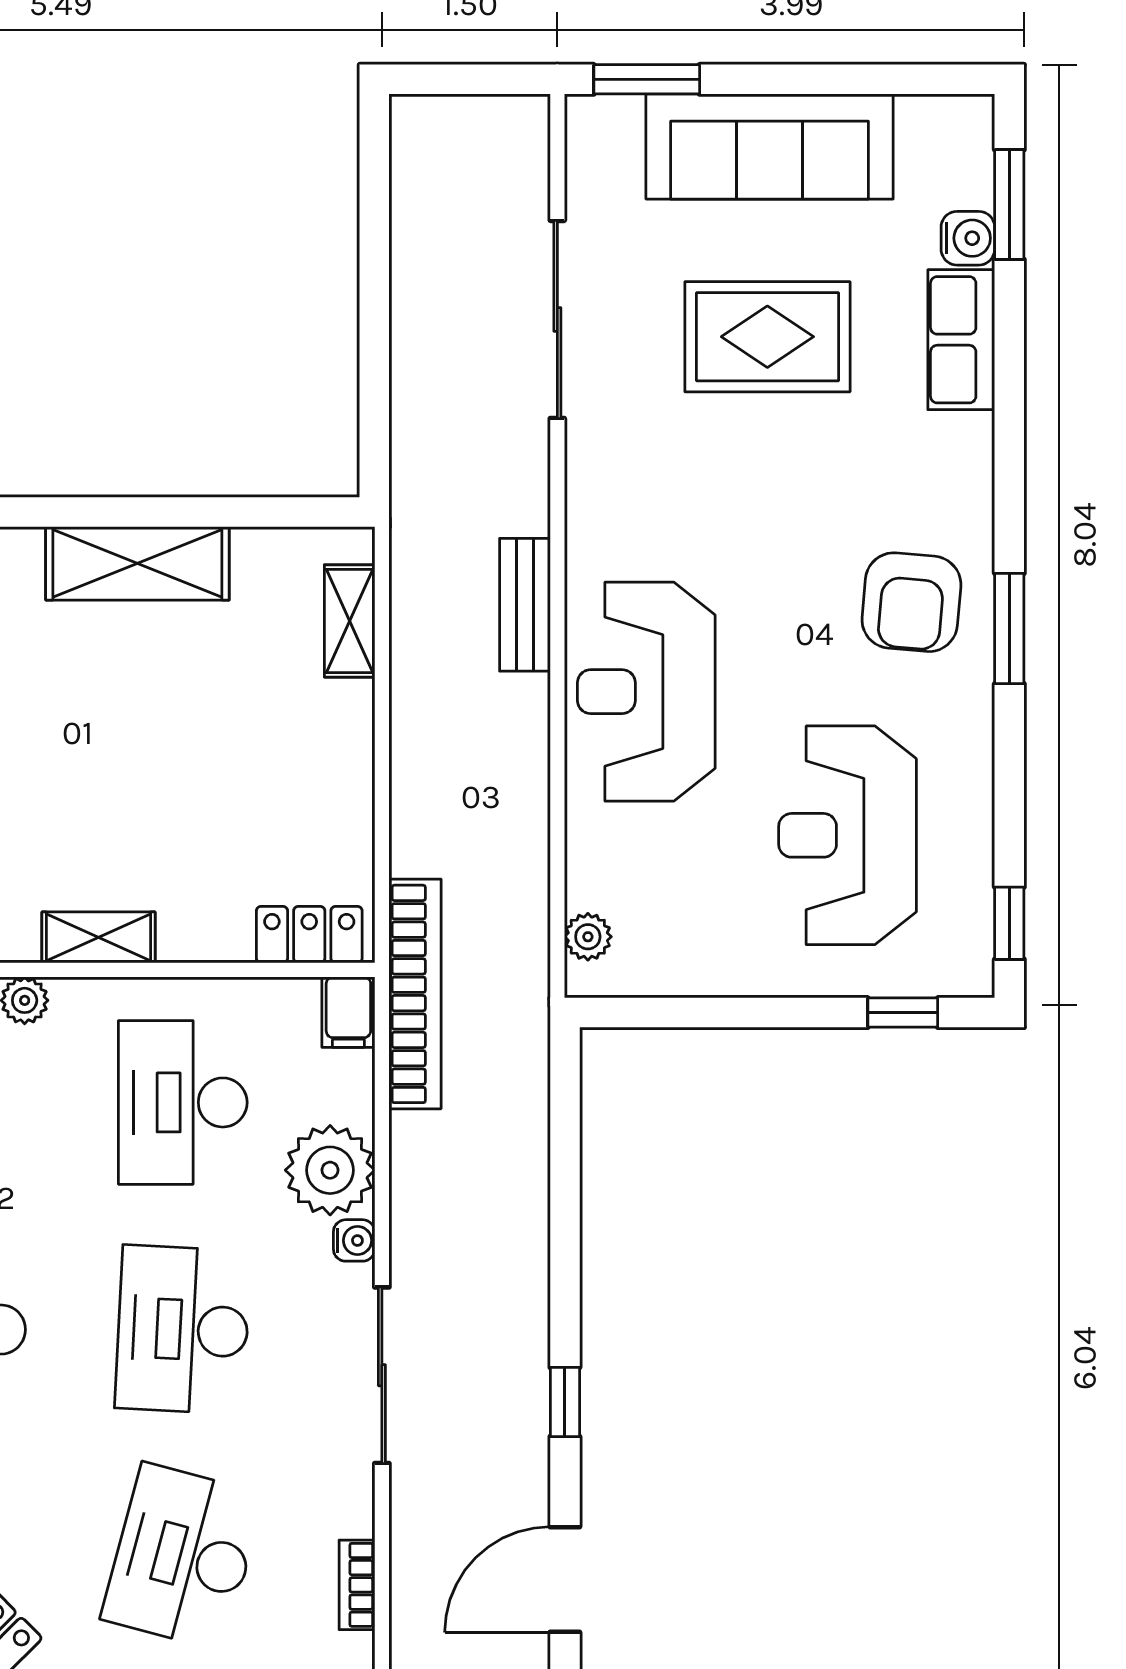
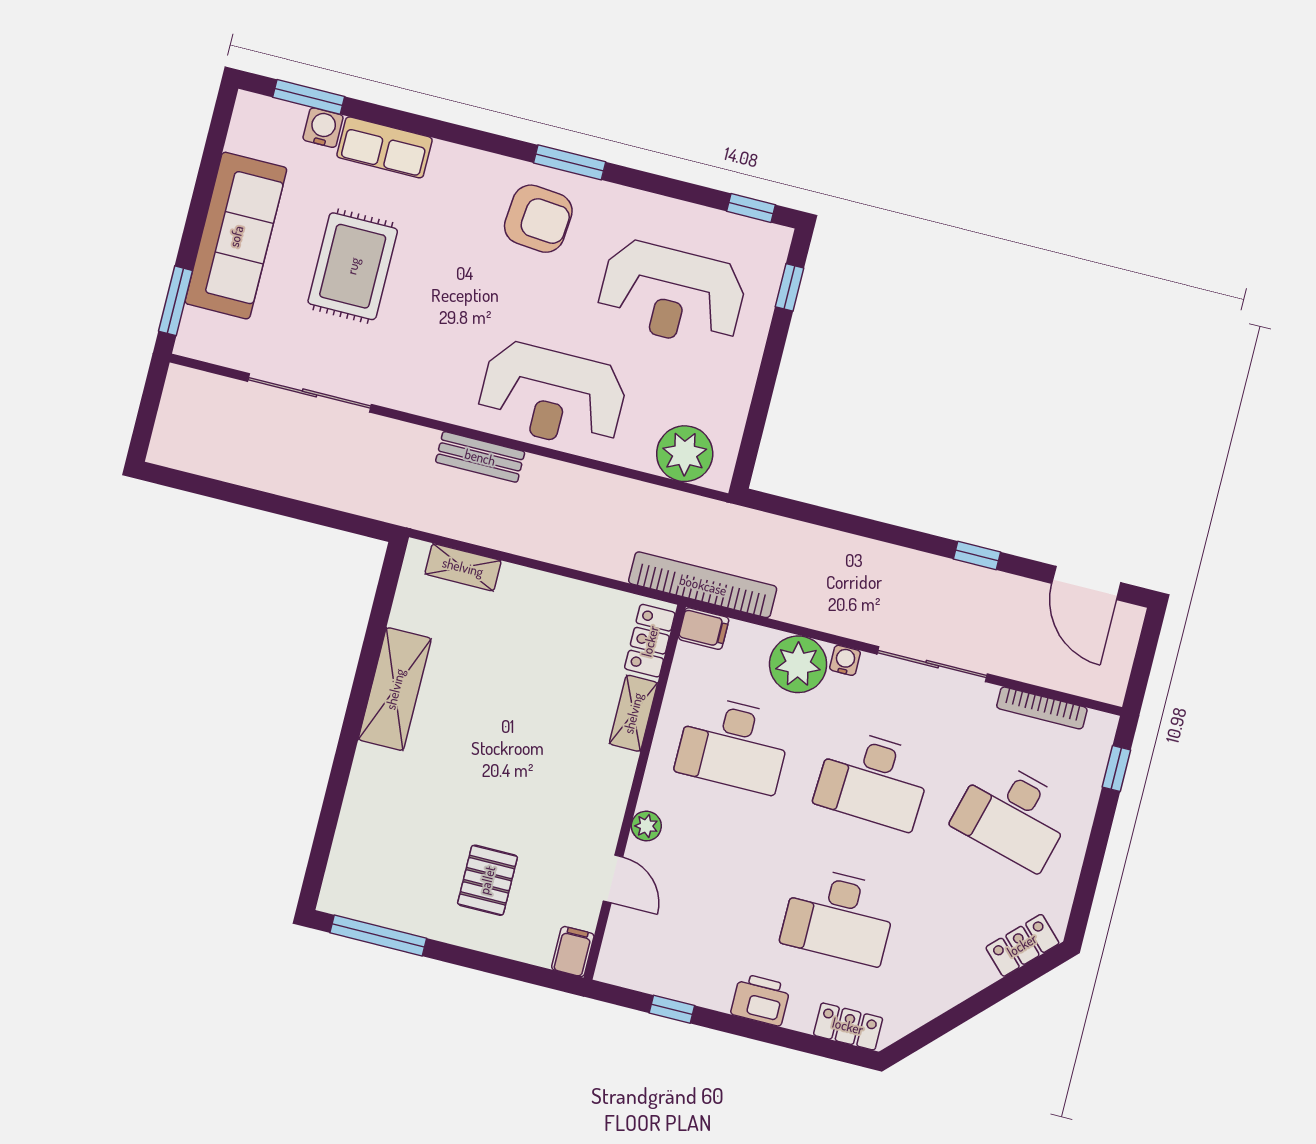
shelving: (98, 937) -> (633, 713), moved
plant: (588, 937) -> (685, 454), width x1.87, depth x1.87
bookcase: (357, 1585) -> (1042, 708), width x1.56

